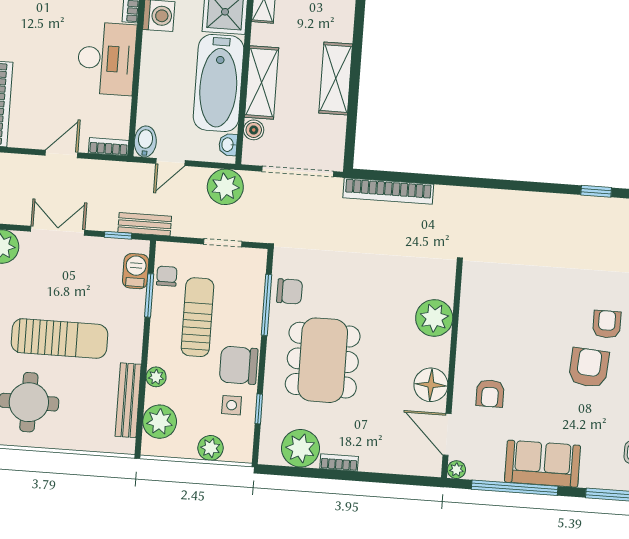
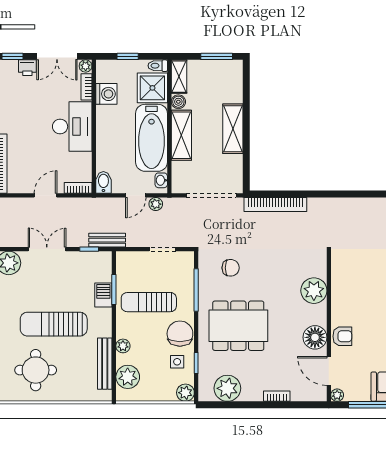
boiler: (254, 130) -> (178, 102), moved
door: (170, 162) -> (136, 195), moved
plant: (225, 187) -> (156, 204), width x0.53, depth x0.53
barbecue: (136, 271) -> (103, 295), moved
chair: (167, 276) -> (125, 275), removed
chair: (290, 291) -> (231, 268), moved
sun lounger: (198, 317) -> (149, 302), turned -90
sun lounger: (59, 339) -> (54, 324), turned 180
dining table: (323, 360) -> (238, 326), turned 90
chair: (239, 365) -> (180, 334), turned 90
armchair: (490, 393) -> (342, 336), moved, turned -90
plant: (210, 448) -> (185, 393), moved
bookcase: (339, 462) -> (277, 396), moved

